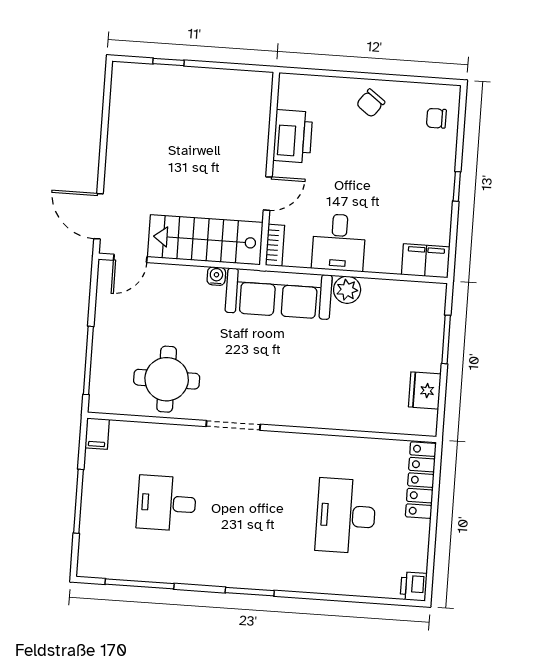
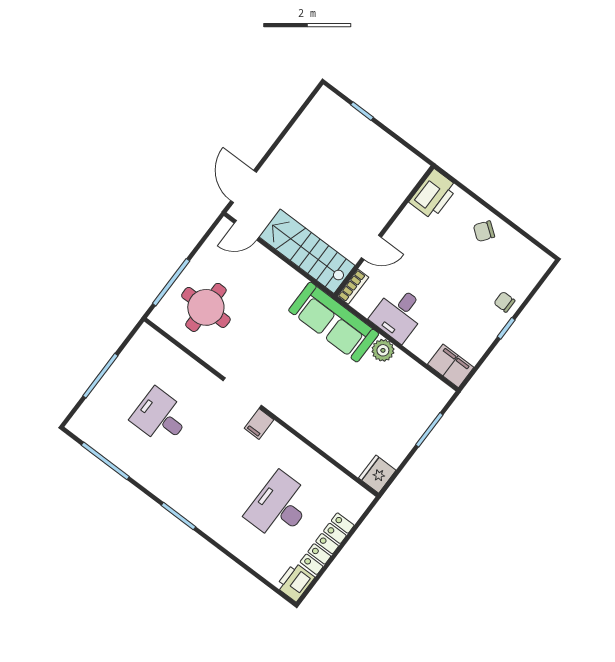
chair: (436, 118) -> (504, 302), moved
printer: (293, 136) -> (433, 194), moved
water cooler: (216, 276) -> (298, 282), removed
round table: (167, 379) -> (206, 307), moved
fridge: (425, 390) -> (377, 474), moved
filing cabinet: (97, 434) -> (259, 424), moved
locker: (421, 480) -> (327, 544), moved
printer: (414, 586) -> (295, 582), width x1.36, depth x1.24

